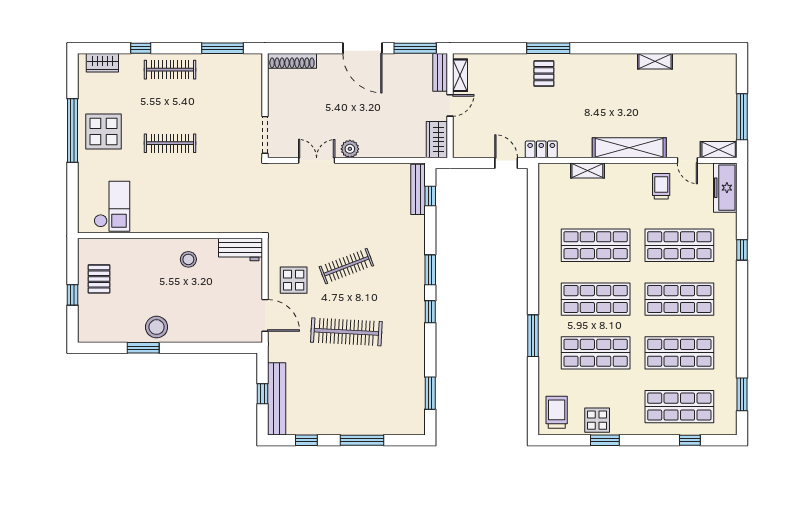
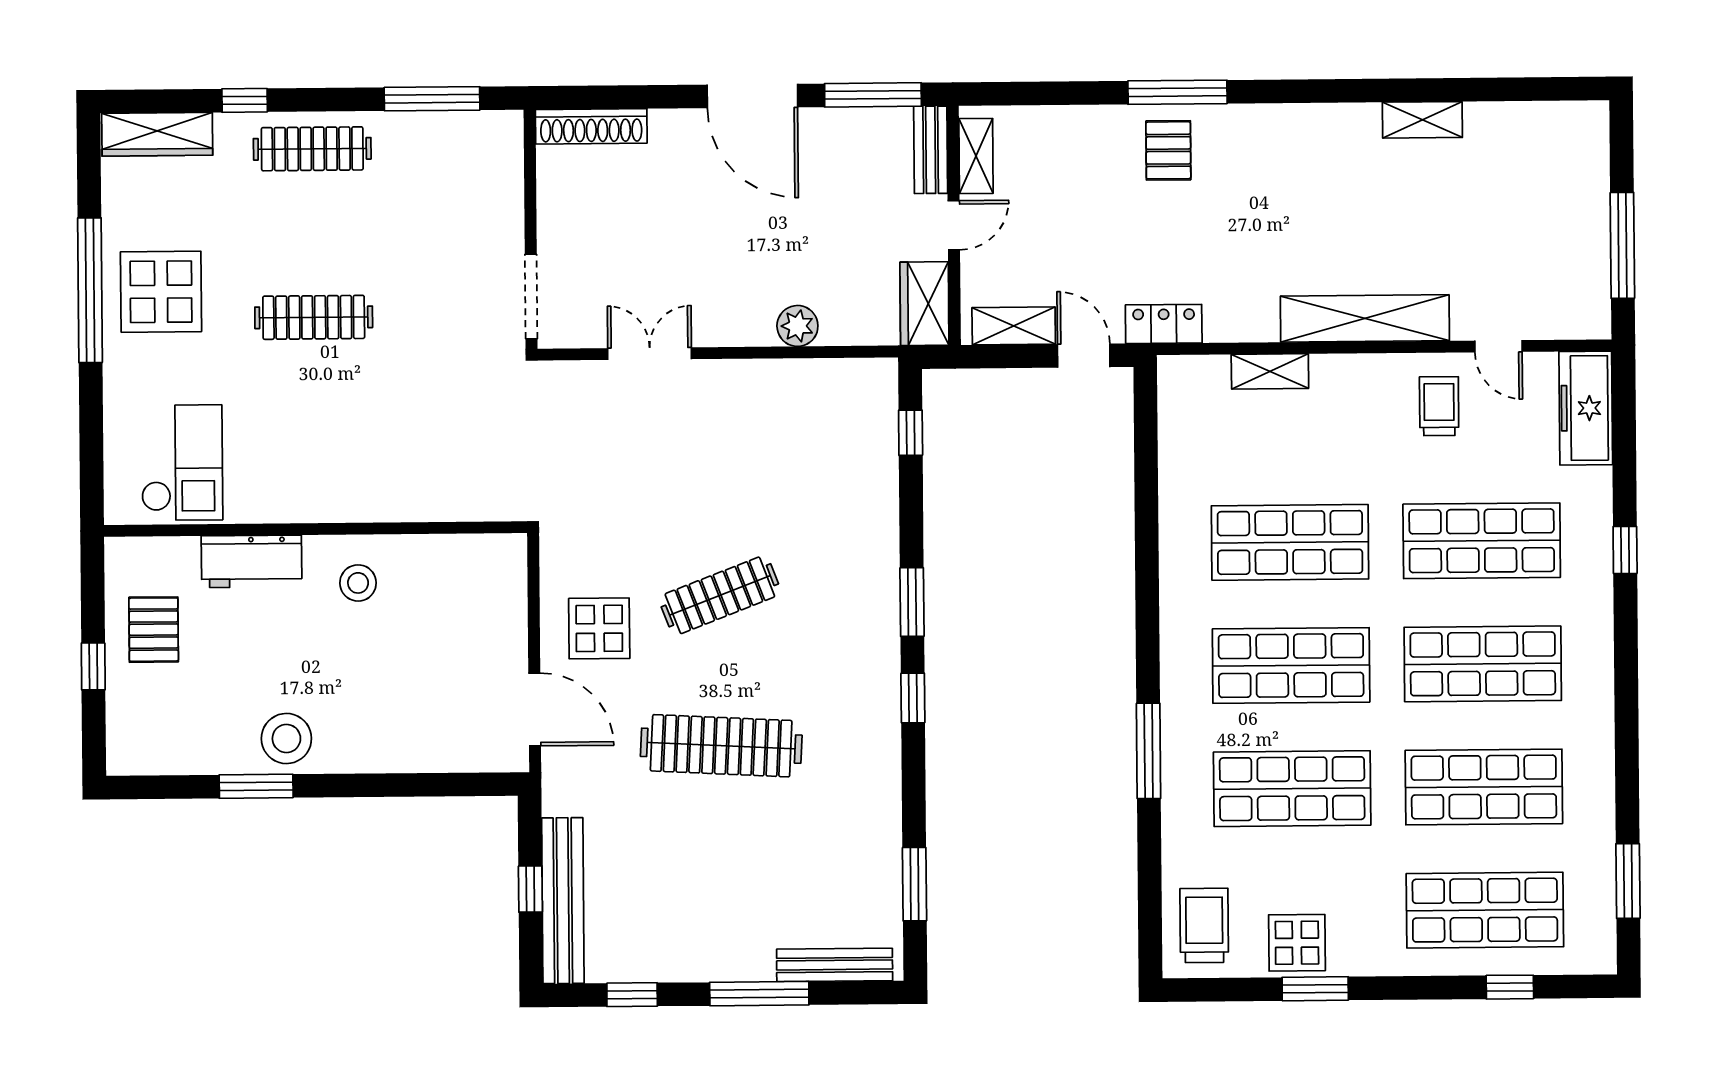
wardrobe: (102, 63) -> (157, 134), width x1.50
plant: (350, 149) -> (797, 326), moved
shelving: (719, 150) -> (1014, 326), moved
bench: (418, 189) -> (835, 965), moved, turned 90
workbench: (241, 250) -> (252, 561), moved

